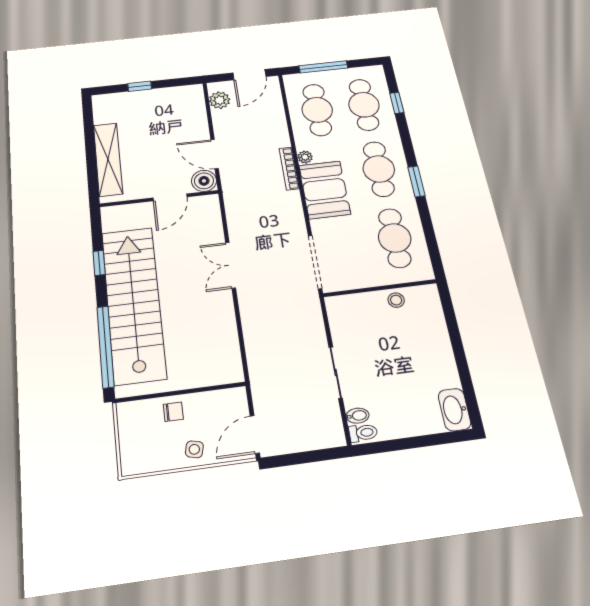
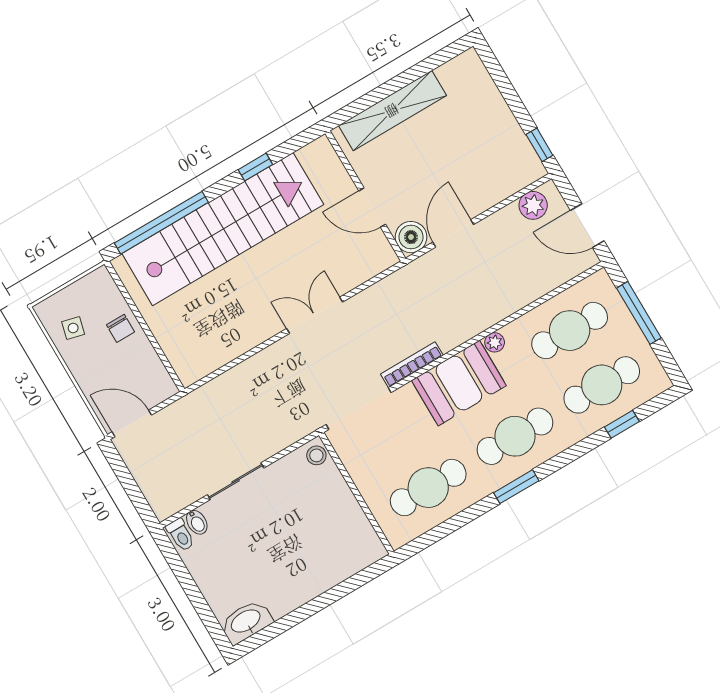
window: (140, 86) -> (539, 145), moved
bookcase: (289, 168) -> (412, 365), moved
stool: (396, 300) -> (316, 455), moved
side table: (194, 449) -> (73, 328), moved

